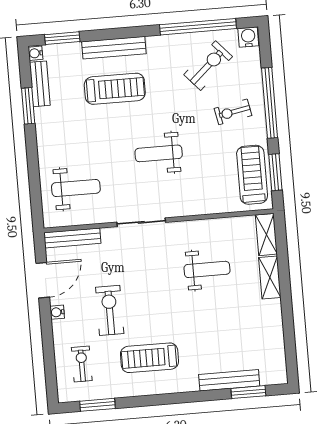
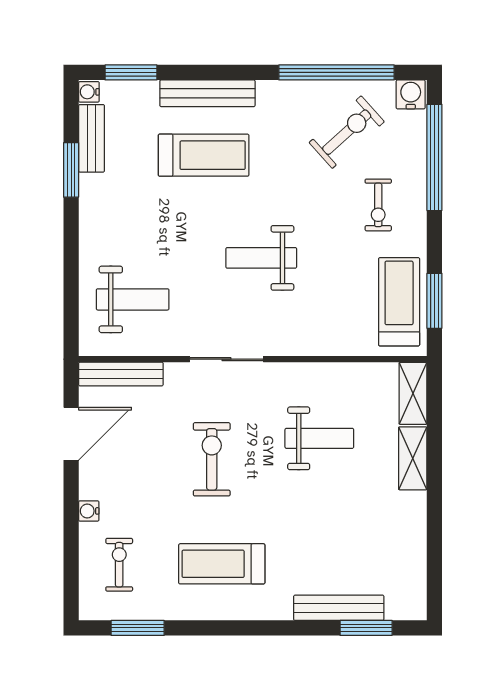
window: (270, 103) -> (434, 157), moved
exercise bike: (233, 112) -> (378, 205), turned -79
exercise bike: (110, 310) -> (212, 459), moved
water cooler: (57, 312) -> (89, 511), moved

